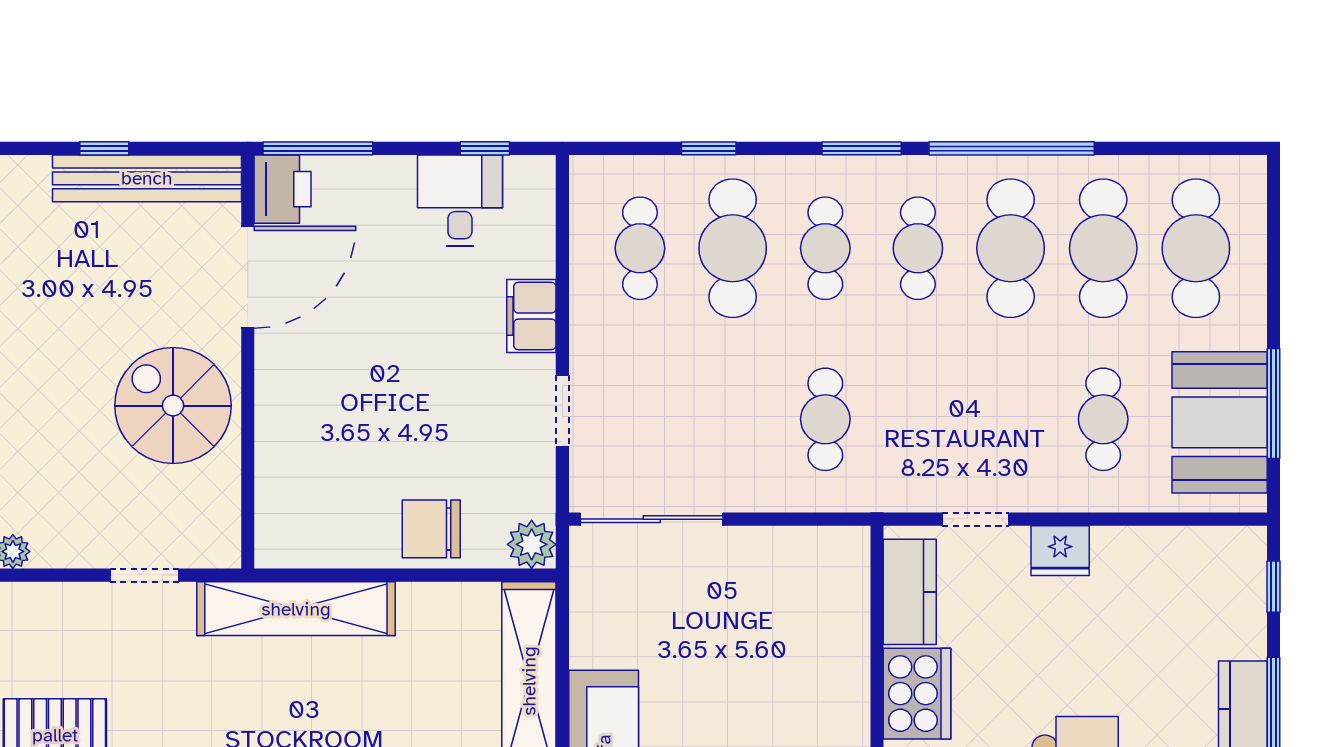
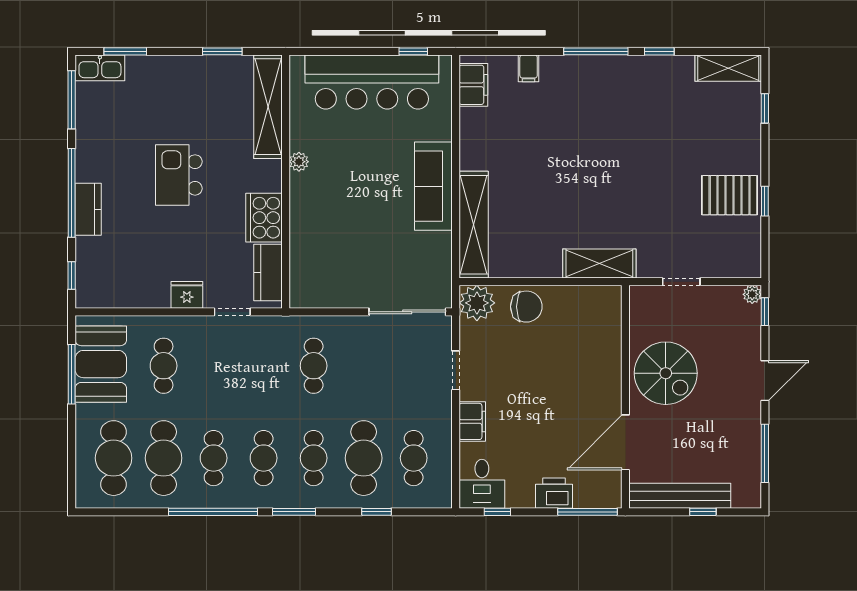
printer: (282, 189) -> (554, 493), moved, turned 90
desk: (460, 201) -> (482, 484), moved
cafe table: (1011, 248) -> (214, 458), width x0.73, depth x0.74
plant: (532, 544) -> (477, 303), width x1.36, depth x1.36
shelving: (296, 609) -> (599, 264), width x0.68

